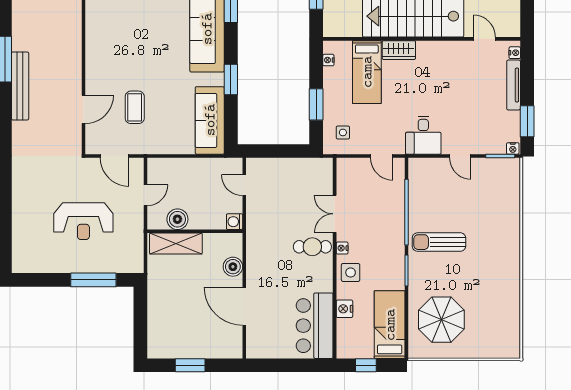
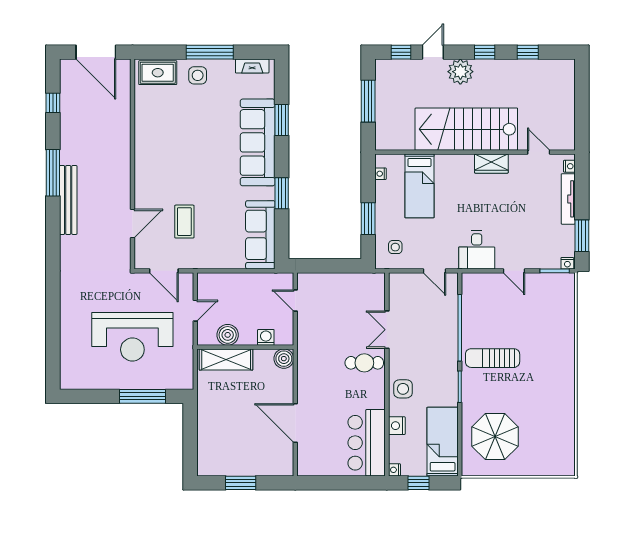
wardrobe: (399, 50) -> (491, 164), moved
reception desk: (83, 221) -> (132, 337), width x1.36, depth x1.30
washing machine: (235, 222) -> (266, 337), moved, turned 90
nightstand: (342, 248) -> (394, 470), moved
boiler: (233, 267) -> (284, 359), moved

